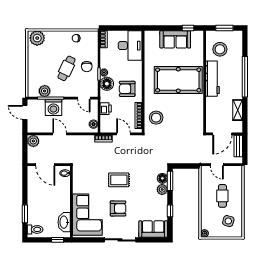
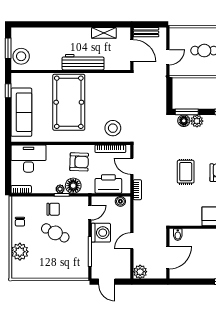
plant: (37, 38) -> (20, 252), moved
sofa: (175, 39) -> (21, 112), width x1.36
stool: (220, 49) -> (21, 56), moved
window: (245, 77) -> (65, 24), removed
workbench: (213, 79) -> (83, 62), moved
armchair: (127, 89) -> (79, 162), turned -88
plant: (45, 91) -> (82, 259), removed
washing machine: (53, 107) -> (101, 233), moved
printer: (106, 109) -> (108, 184), width x1.87, depth x1.48
door: (25, 112) -> (107, 282), hinge flipped
door: (124, 134) -> (132, 166), hinge flipped

